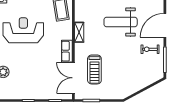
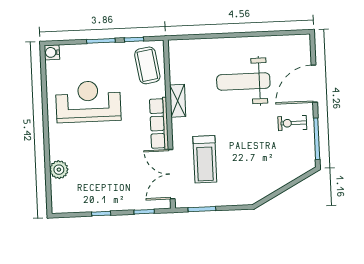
row of seats: (67, 51) -> (159, 123), width x1.48

